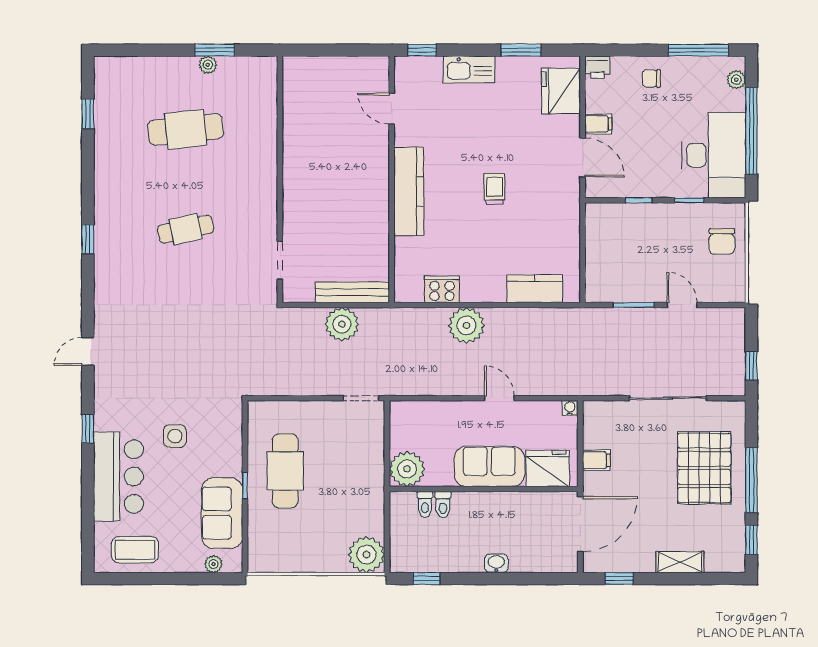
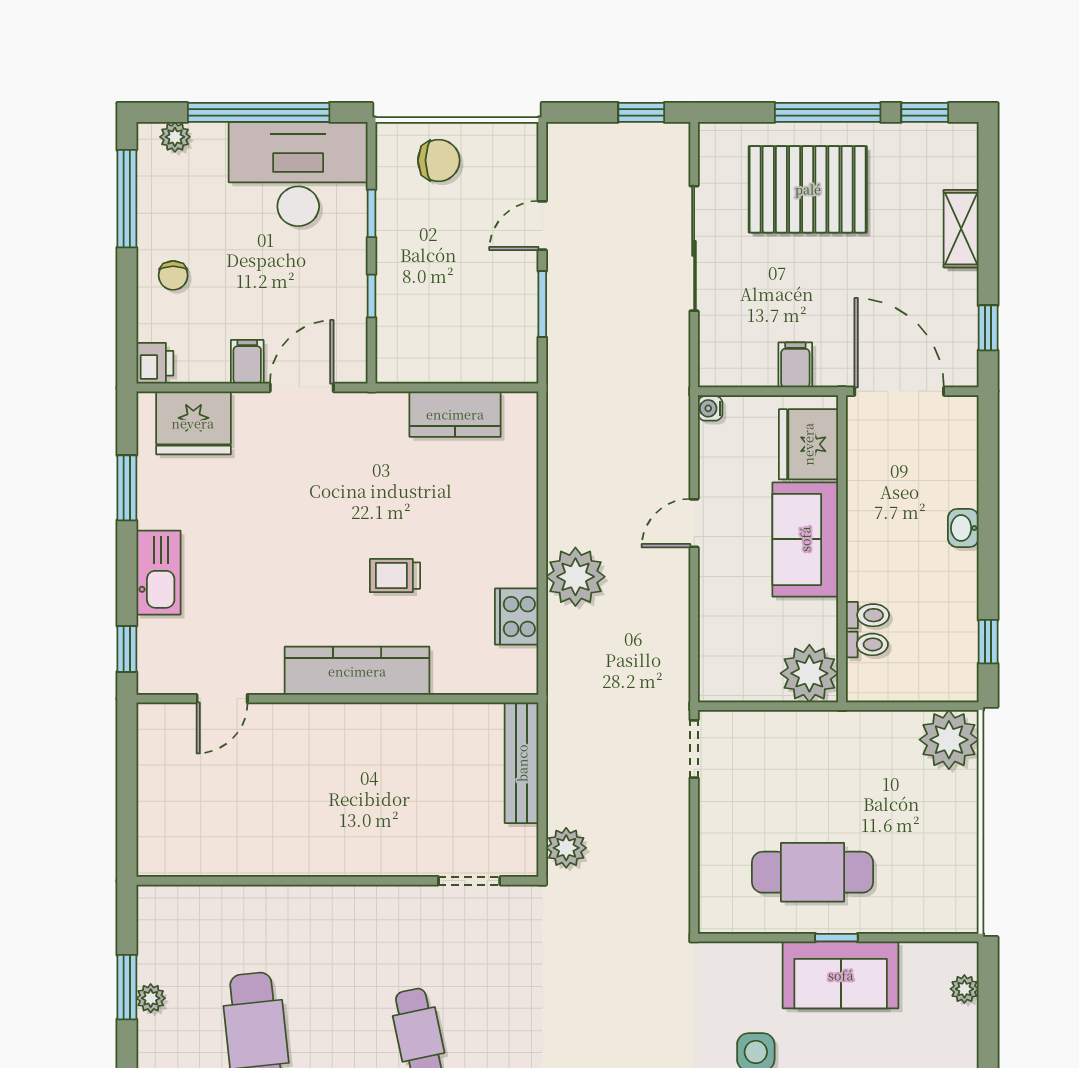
trolley: (494, 189) -> (395, 576), moved
kitchen counter: (535, 289) -> (455, 414), moved, turned -90
plant: (342, 324) -> (566, 848), moved, width x0.73, depth x0.73
sofa: (222, 513) -> (841, 975), moved

